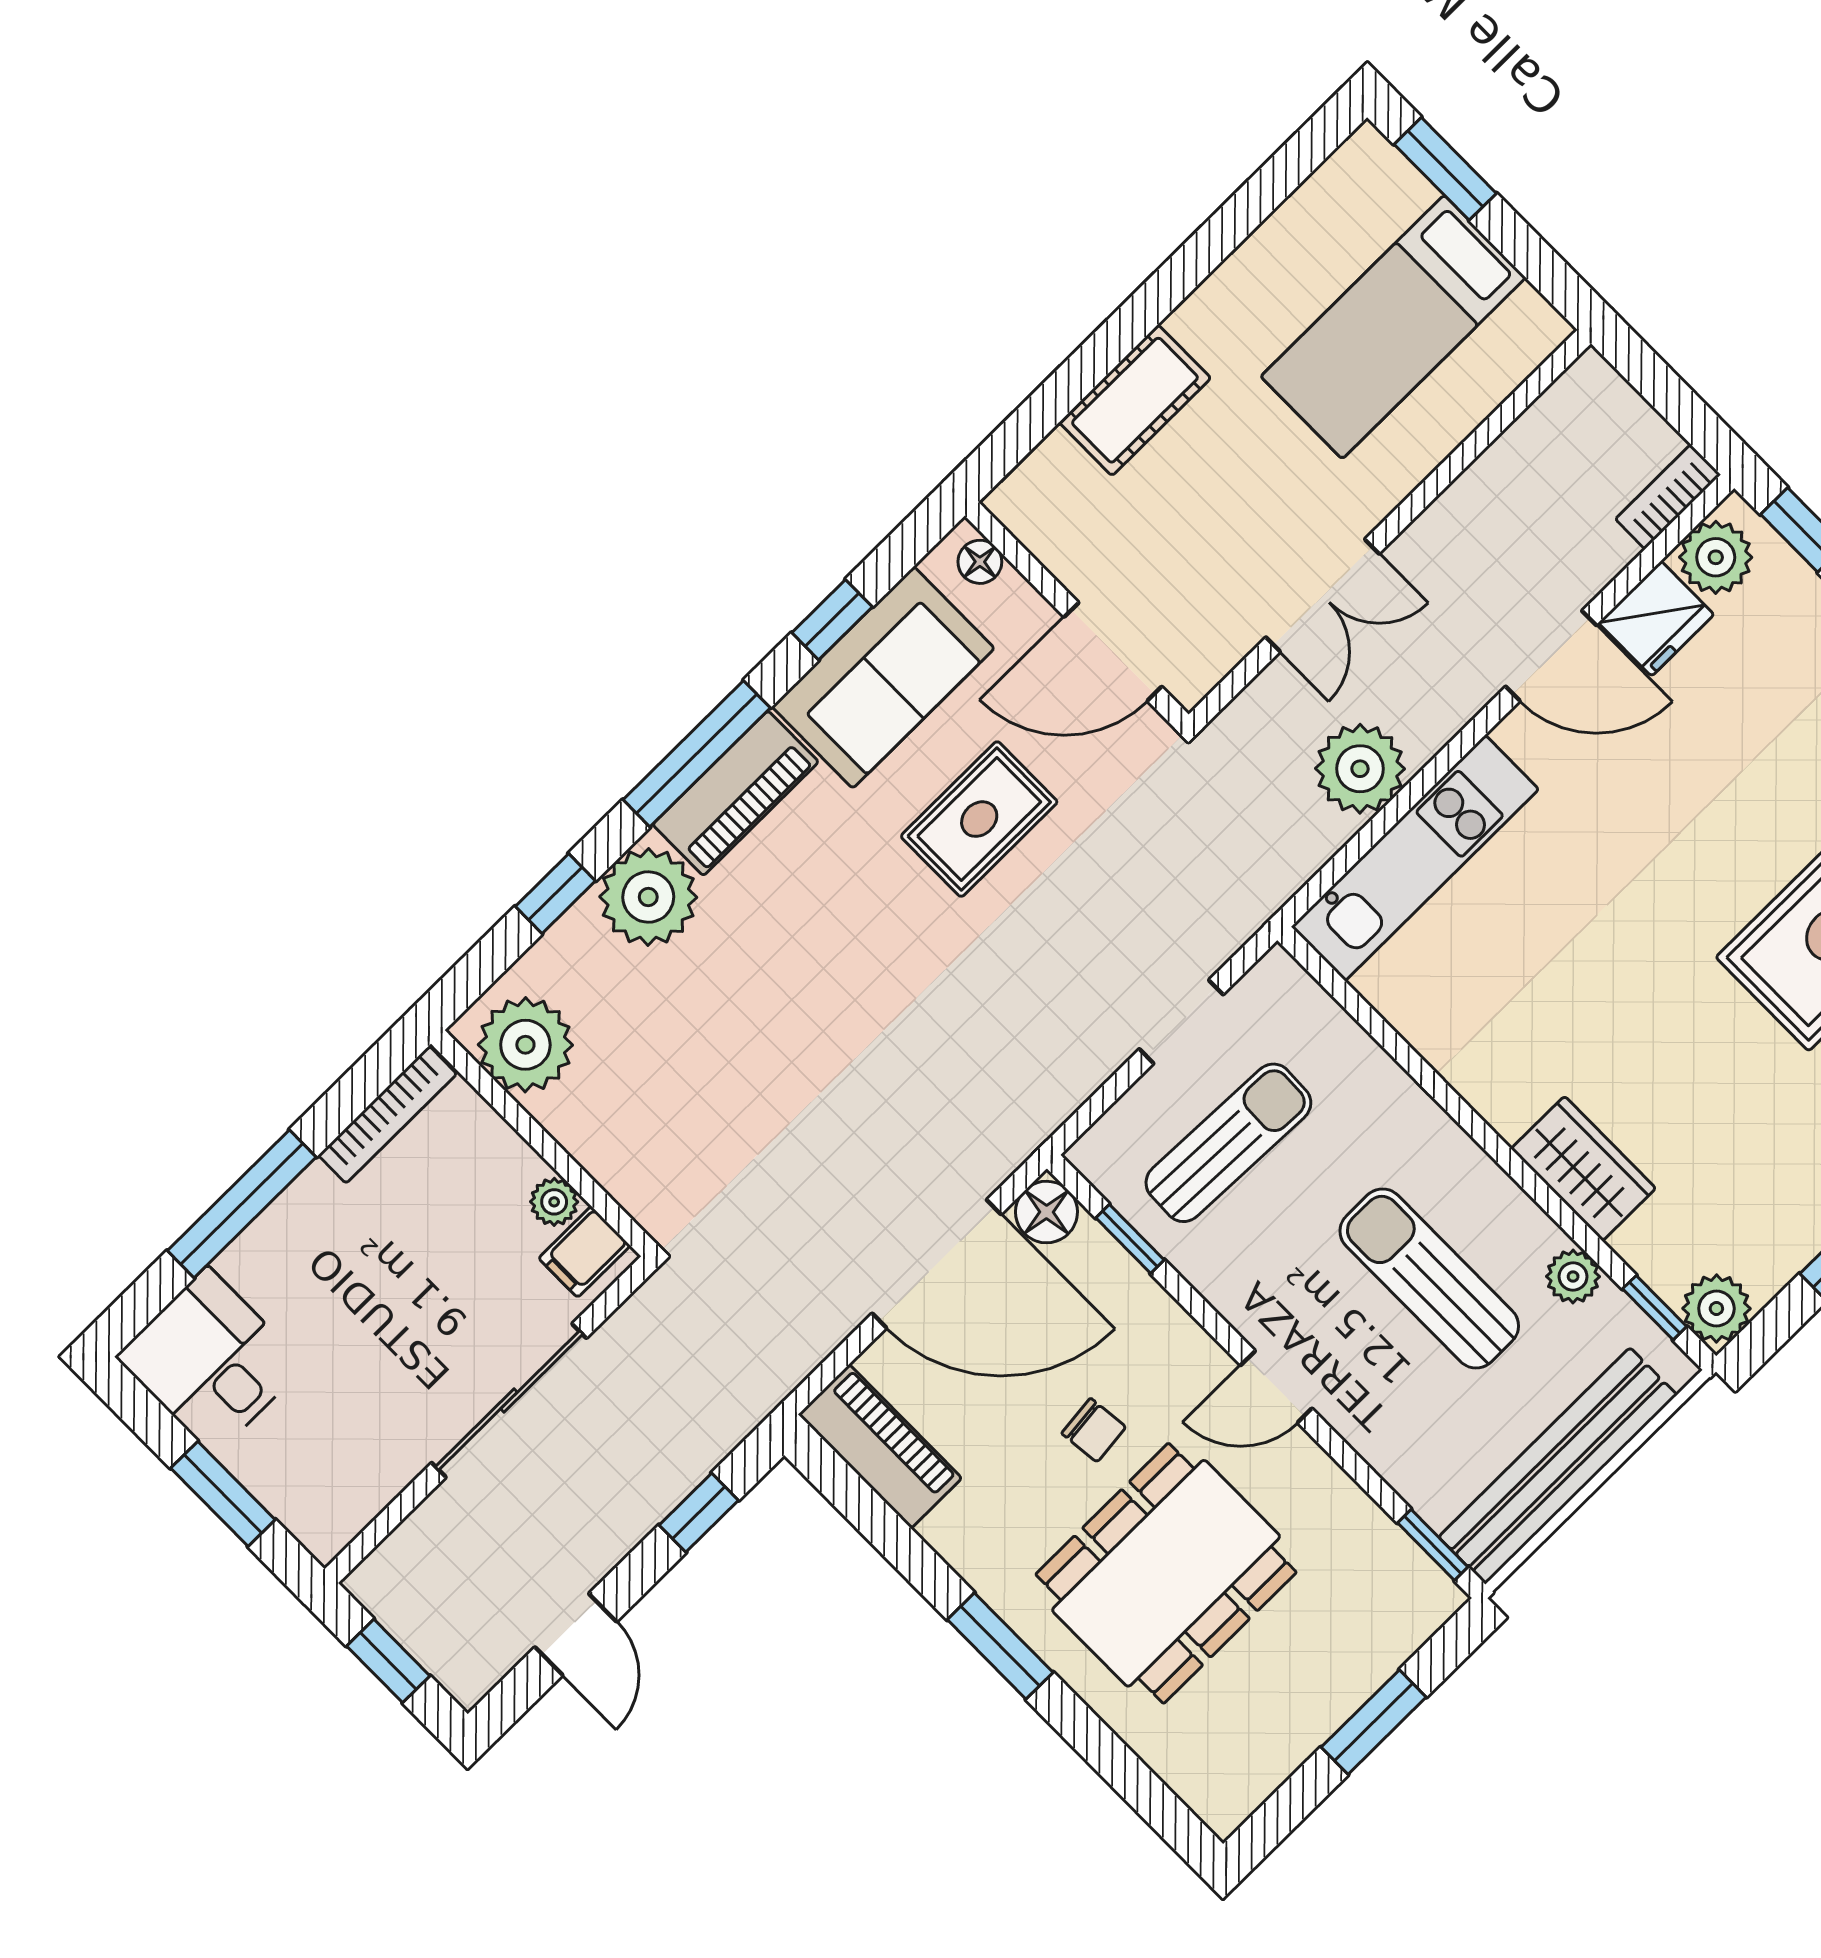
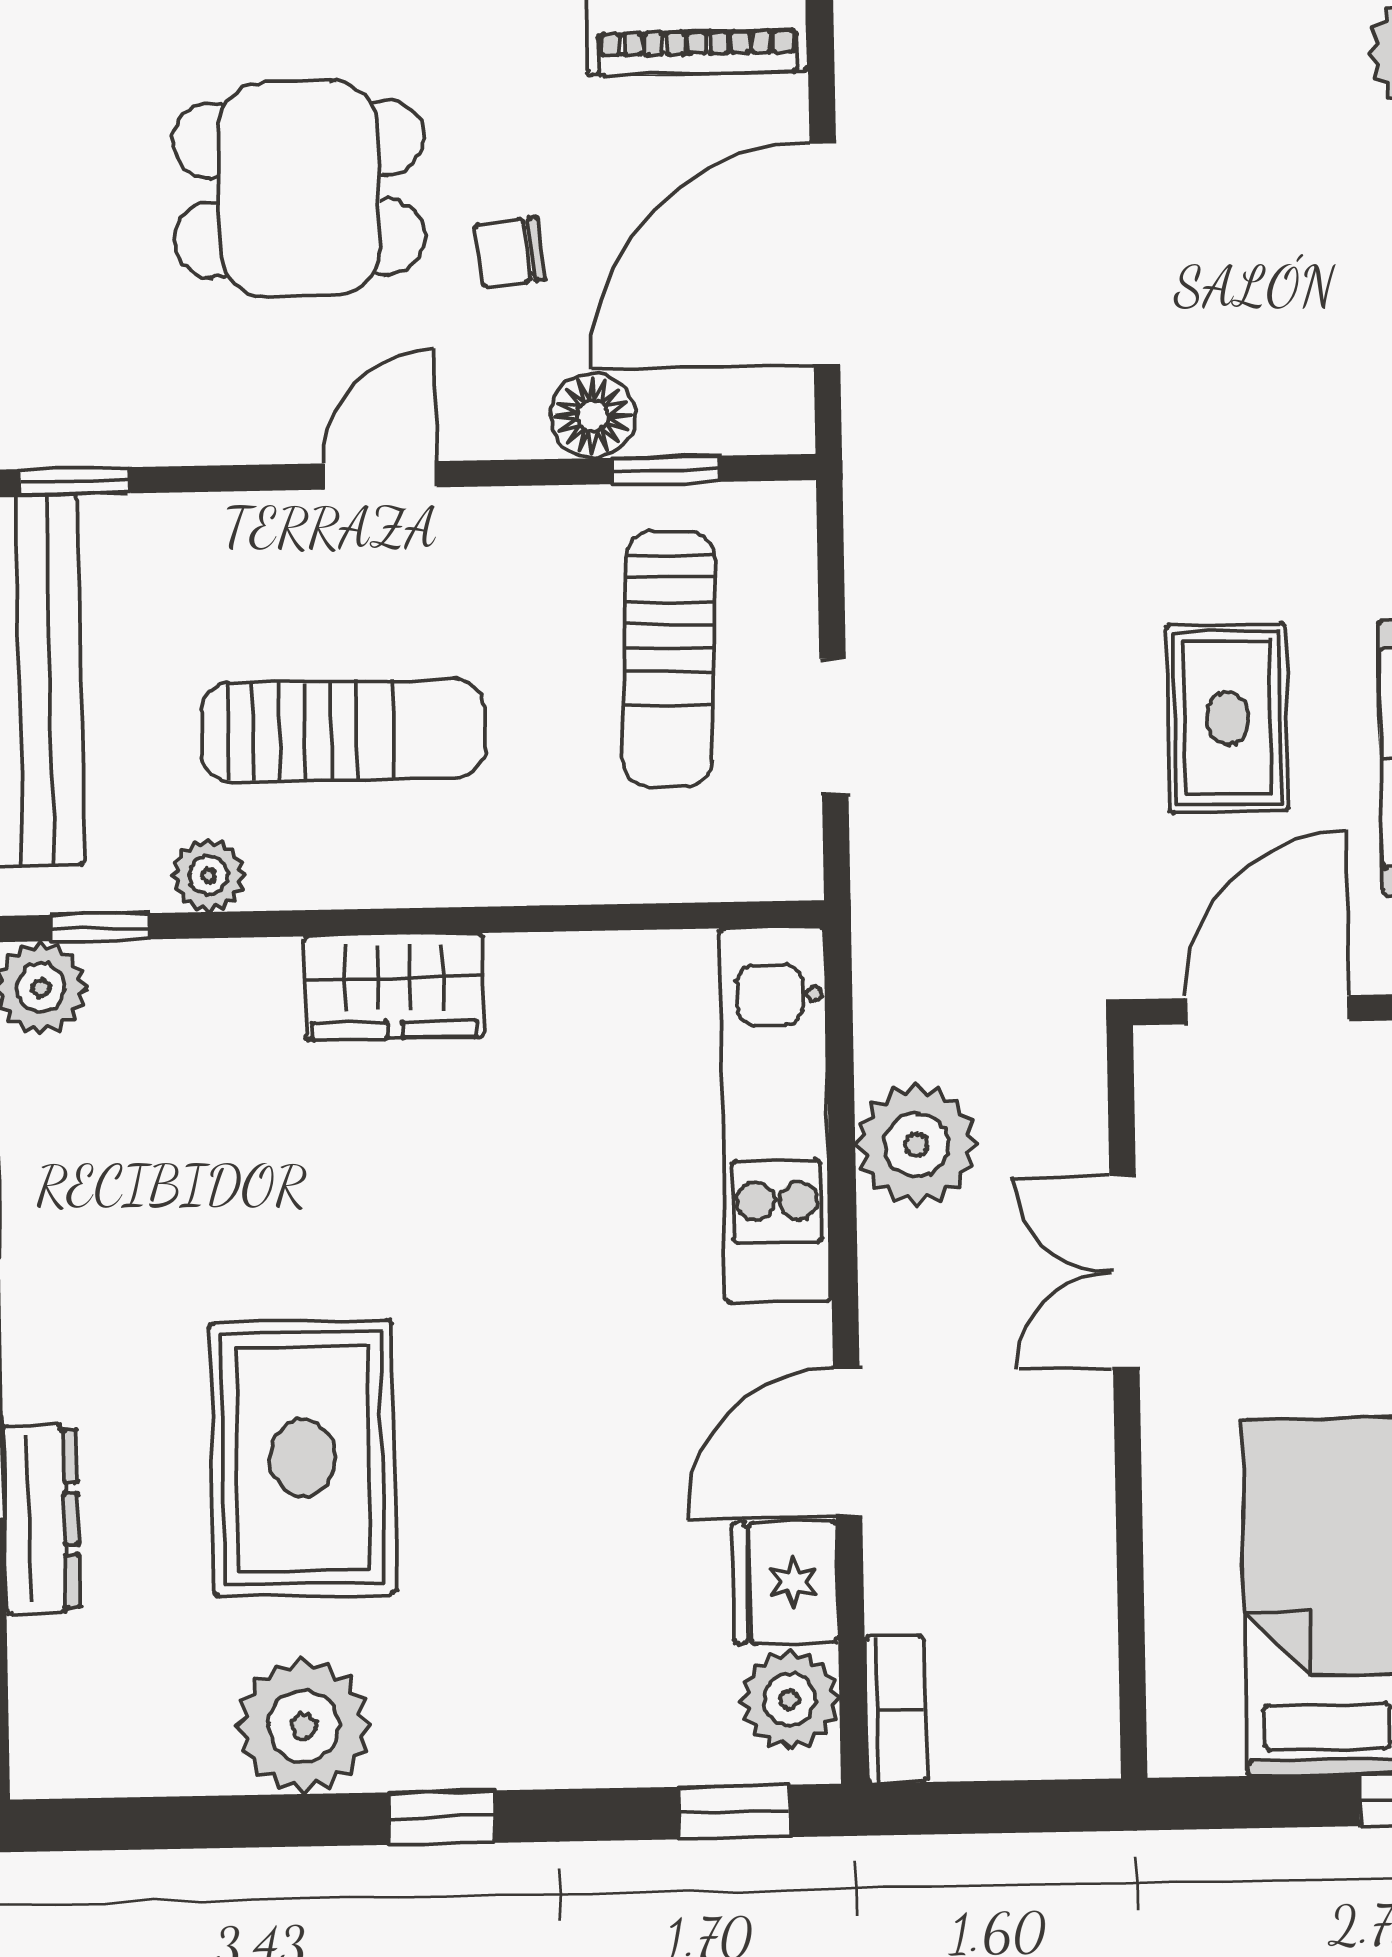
wardrobe: (1583, 1169) -> (394, 987), moved
floor lamp: (1046, 1212) -> (593, 416), moved
dining table: (1166, 1573) -> (299, 189), width x0.73

